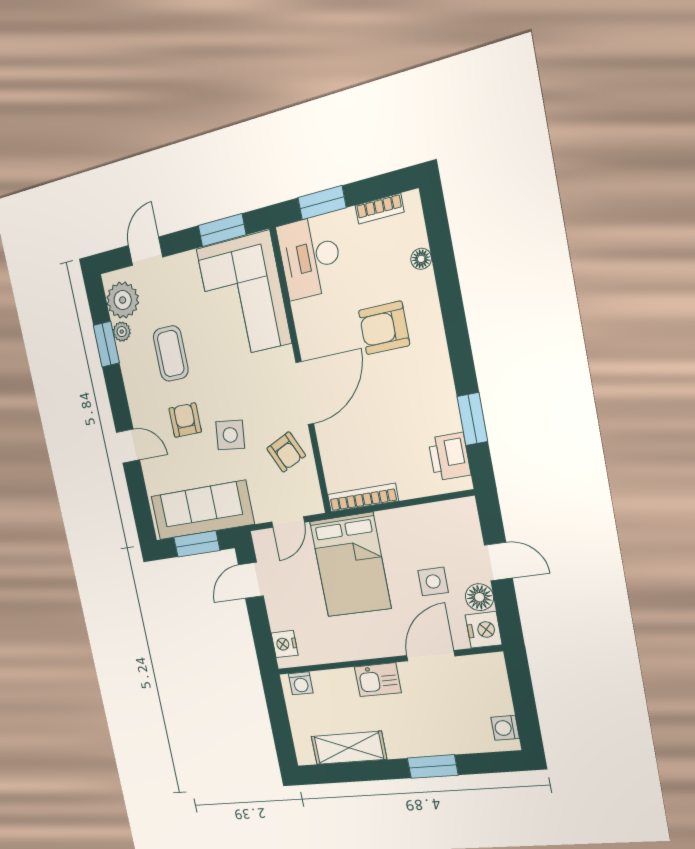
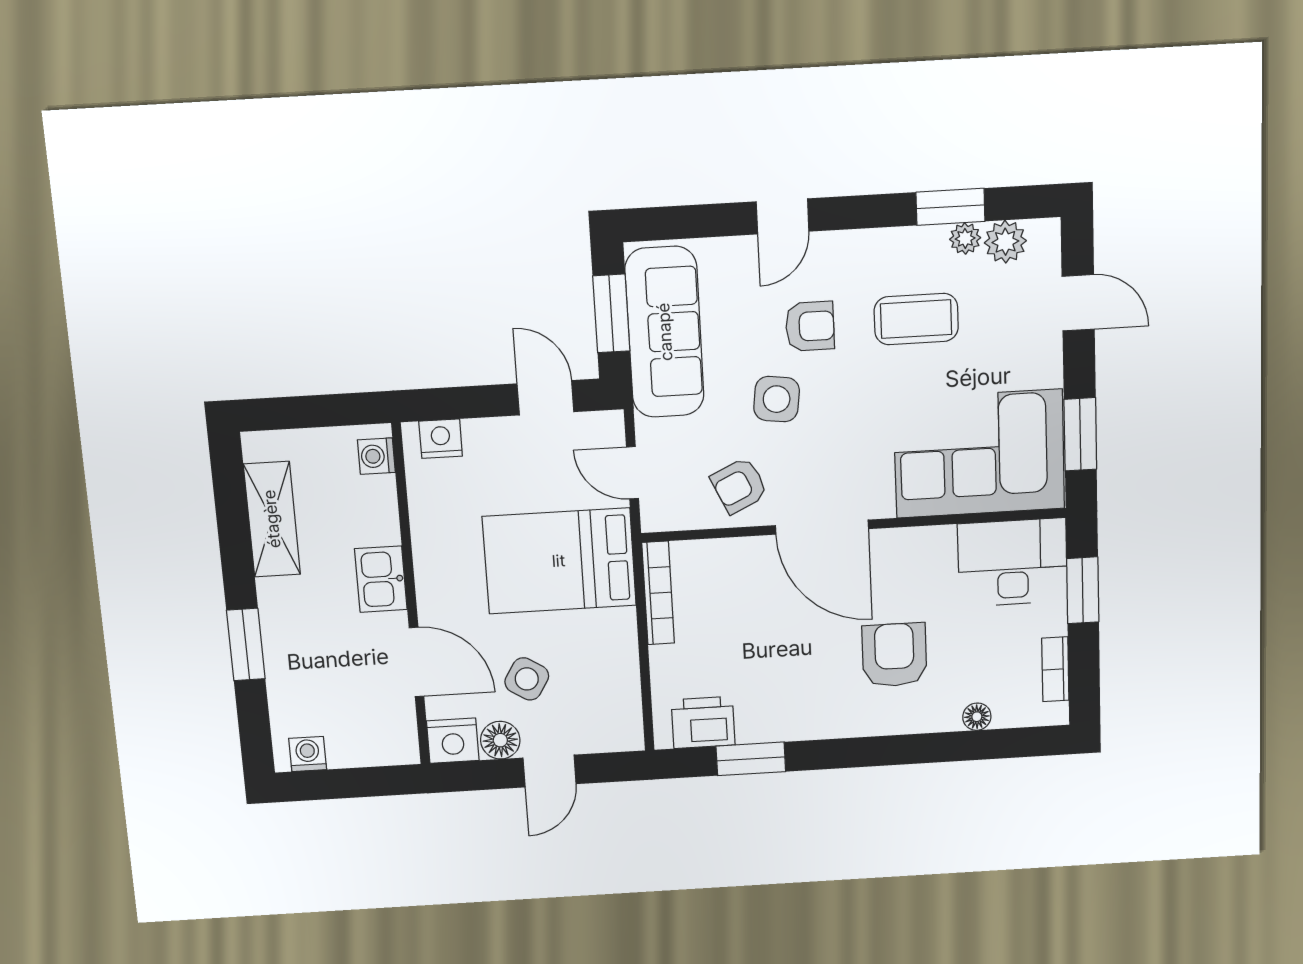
plant: (123, 300) -> (1005, 242), width x0.73, depth x0.73
side table: (433, 581) -> (527, 679), turned 32

